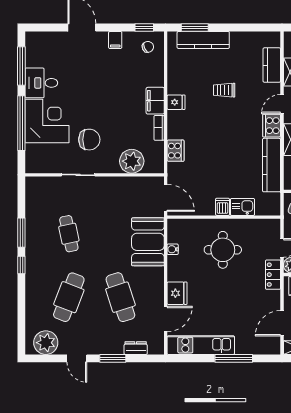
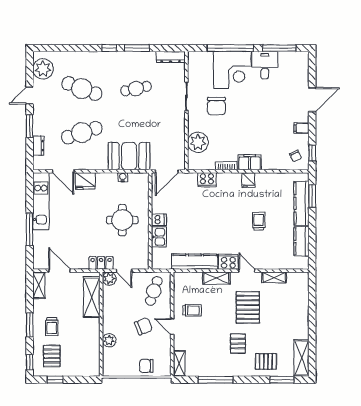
kitchen counter: (272, 65) -> (301, 241), moved, turned -90
dresser: (32, 193) -> (171, 57), added

